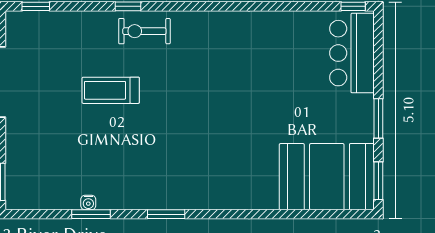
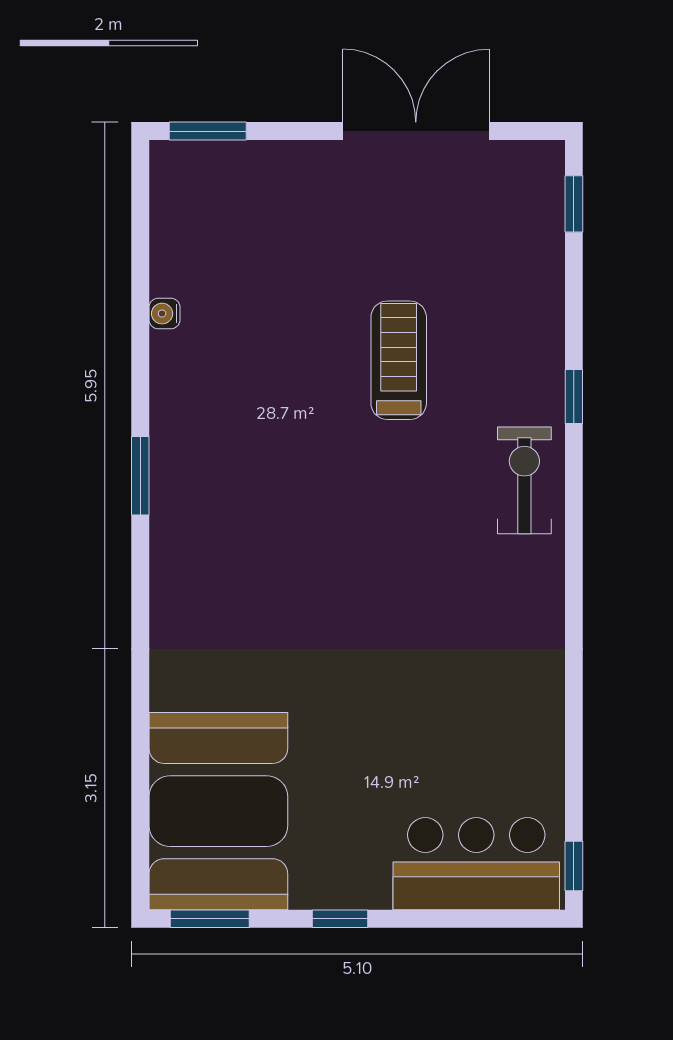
exercise bike: (144, 31) -> (524, 480), moved
window: (378, 118) -> (340, 919), width x0.67
window: (91, 214) -> (140, 319), removed

